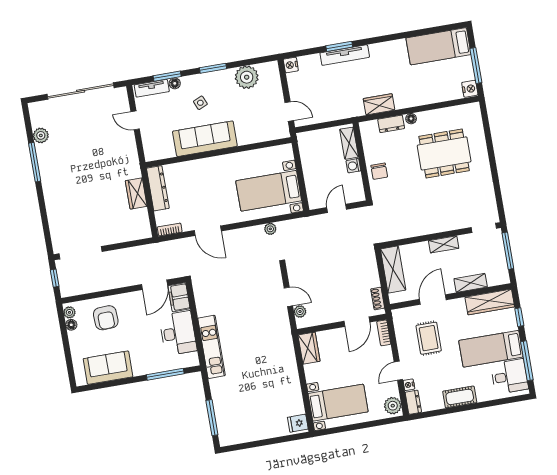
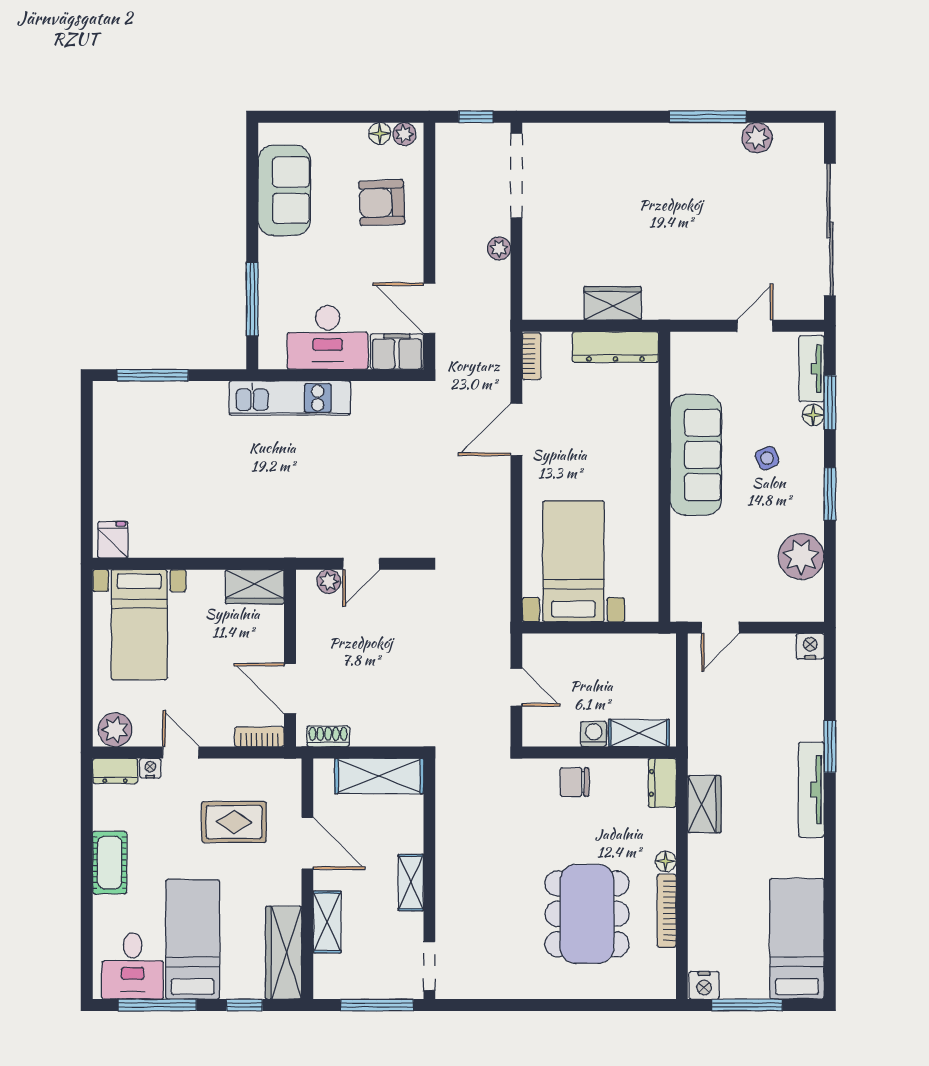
tv unit: (345, 55) -> (811, 790), moved
bookcase: (436, 114) -> (667, 911), added
dresser: (391, 124) -> (662, 783), moved
plant: (270, 229) -> (499, 248), moved

